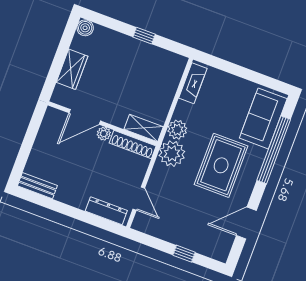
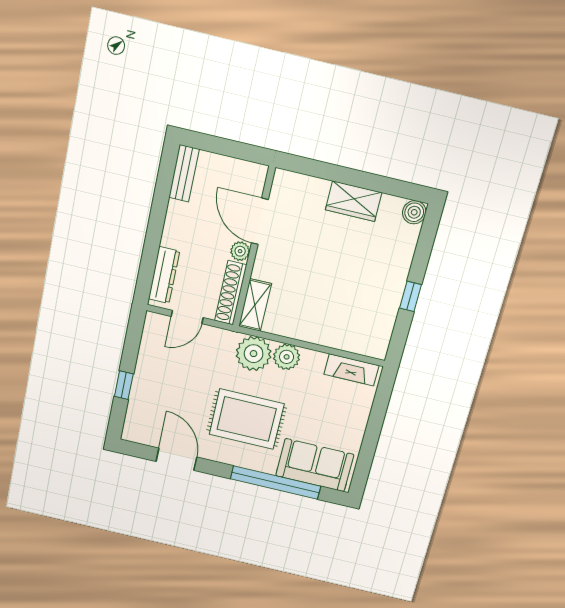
door: (85, 117) -> (260, 221), moved
wall: (103, 124) -> (254, 248), moved
shelving: (144, 128) -> (255, 305), moved
plant: (104, 134) -> (240, 251), moved
shoe rack: (133, 145) -> (231, 293), moved

